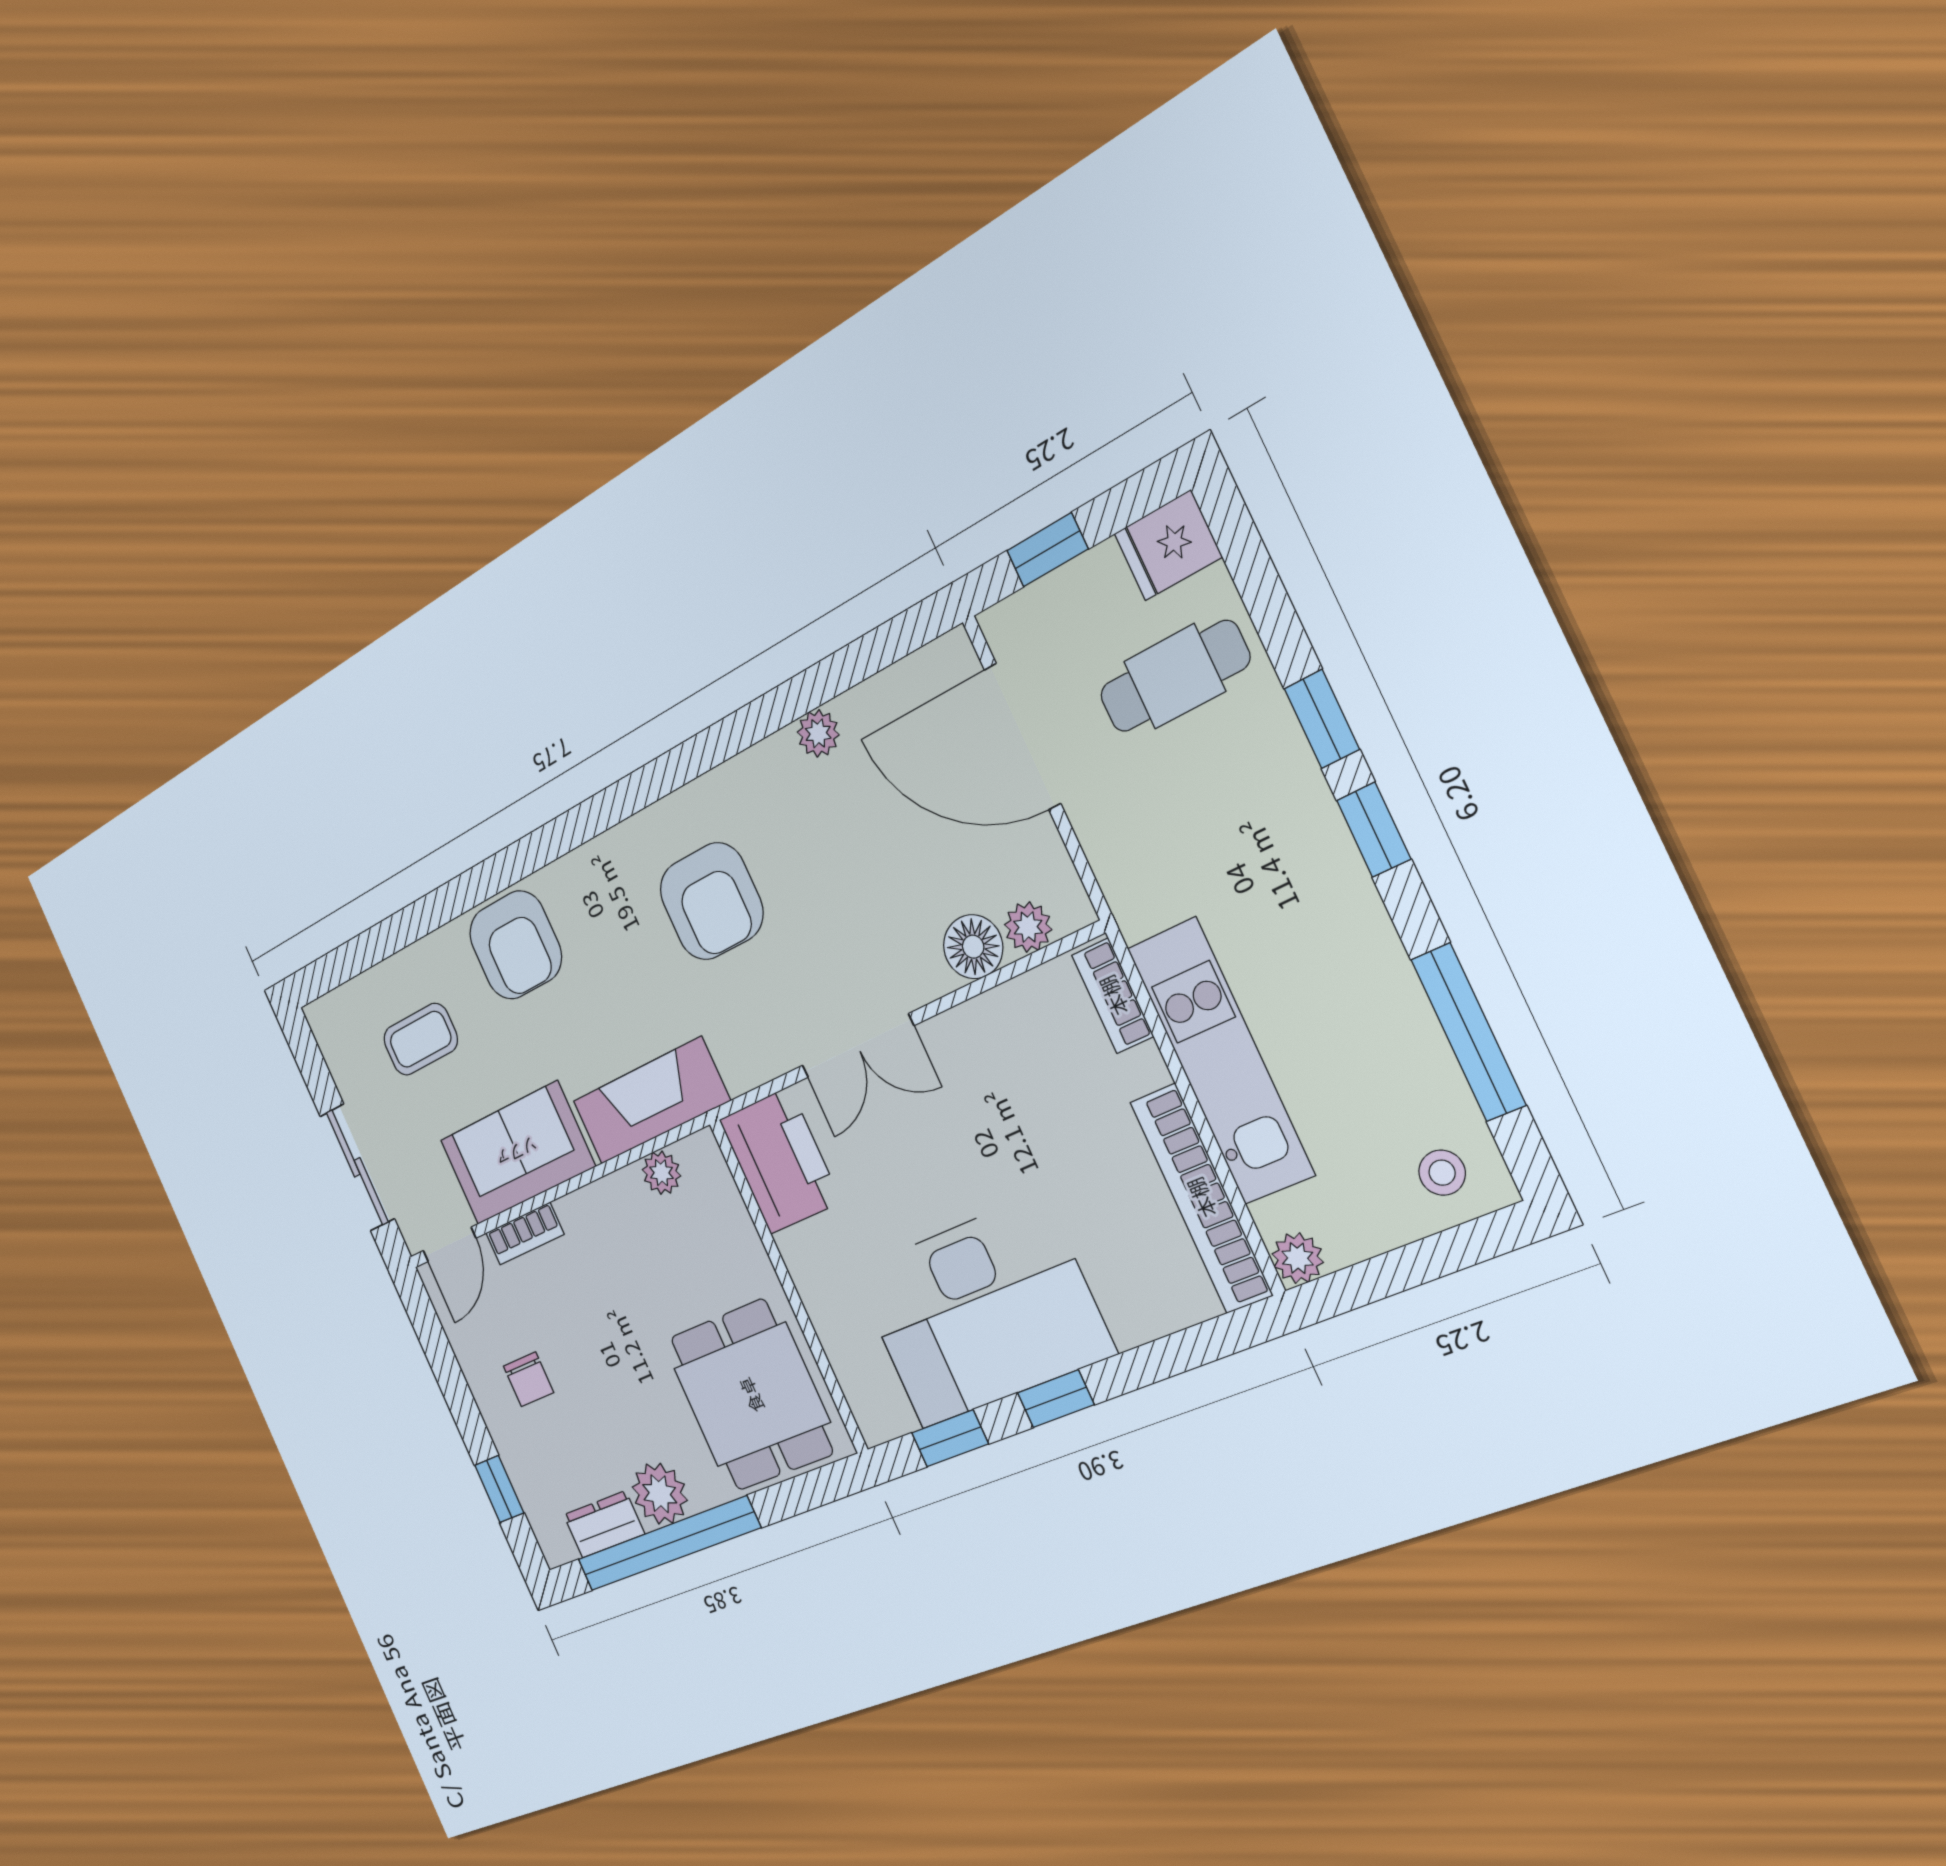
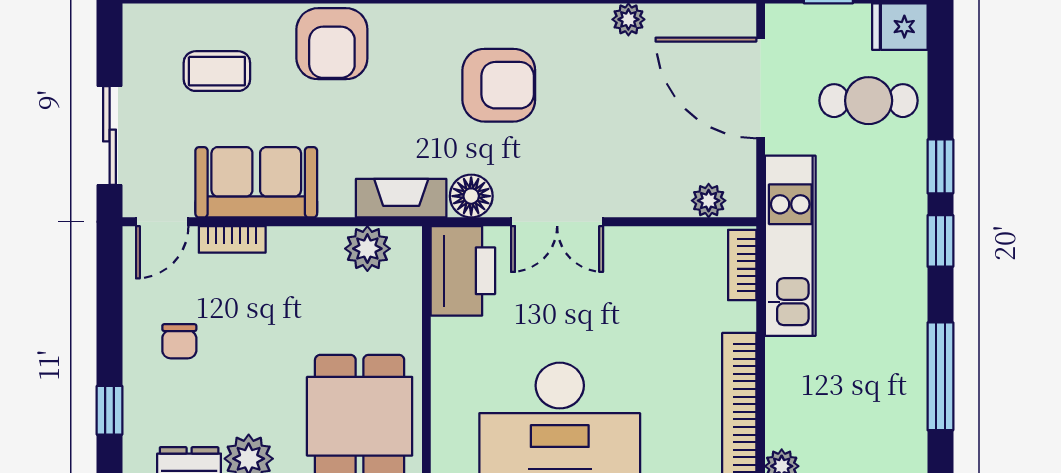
armchair: (711, 901) -> (499, 85), turned -90
floor lamp: (973, 947) -> (471, 196), moved
kitchen unit: (1221, 1061) -> (790, 246), moved
fireplace: (651, 1101) -> (401, 198), width x0.73, depth x0.76
plant: (661, 1173) -> (367, 249), width x1.38, depth x1.38
stool: (1442, 1173) -> (889, 449), removed

